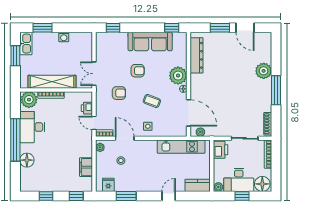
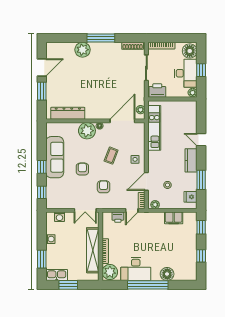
window: (172, 28) -> (42, 167), moved
washing machine: (87, 47) -> (59, 217), added
kitchen counter: (198, 185) -> (191, 160), moved

